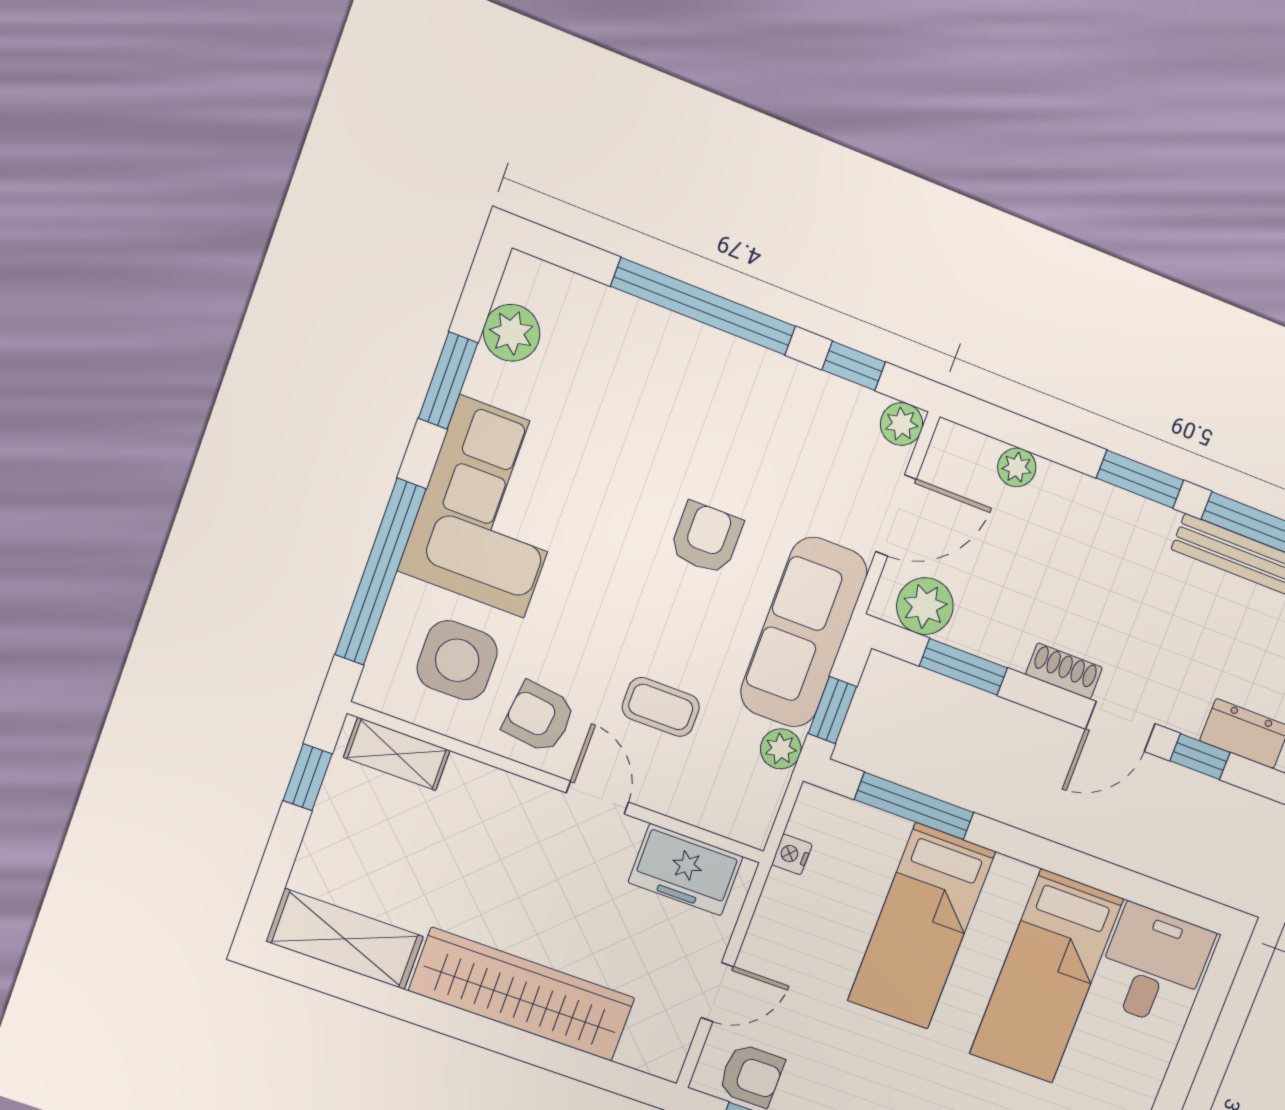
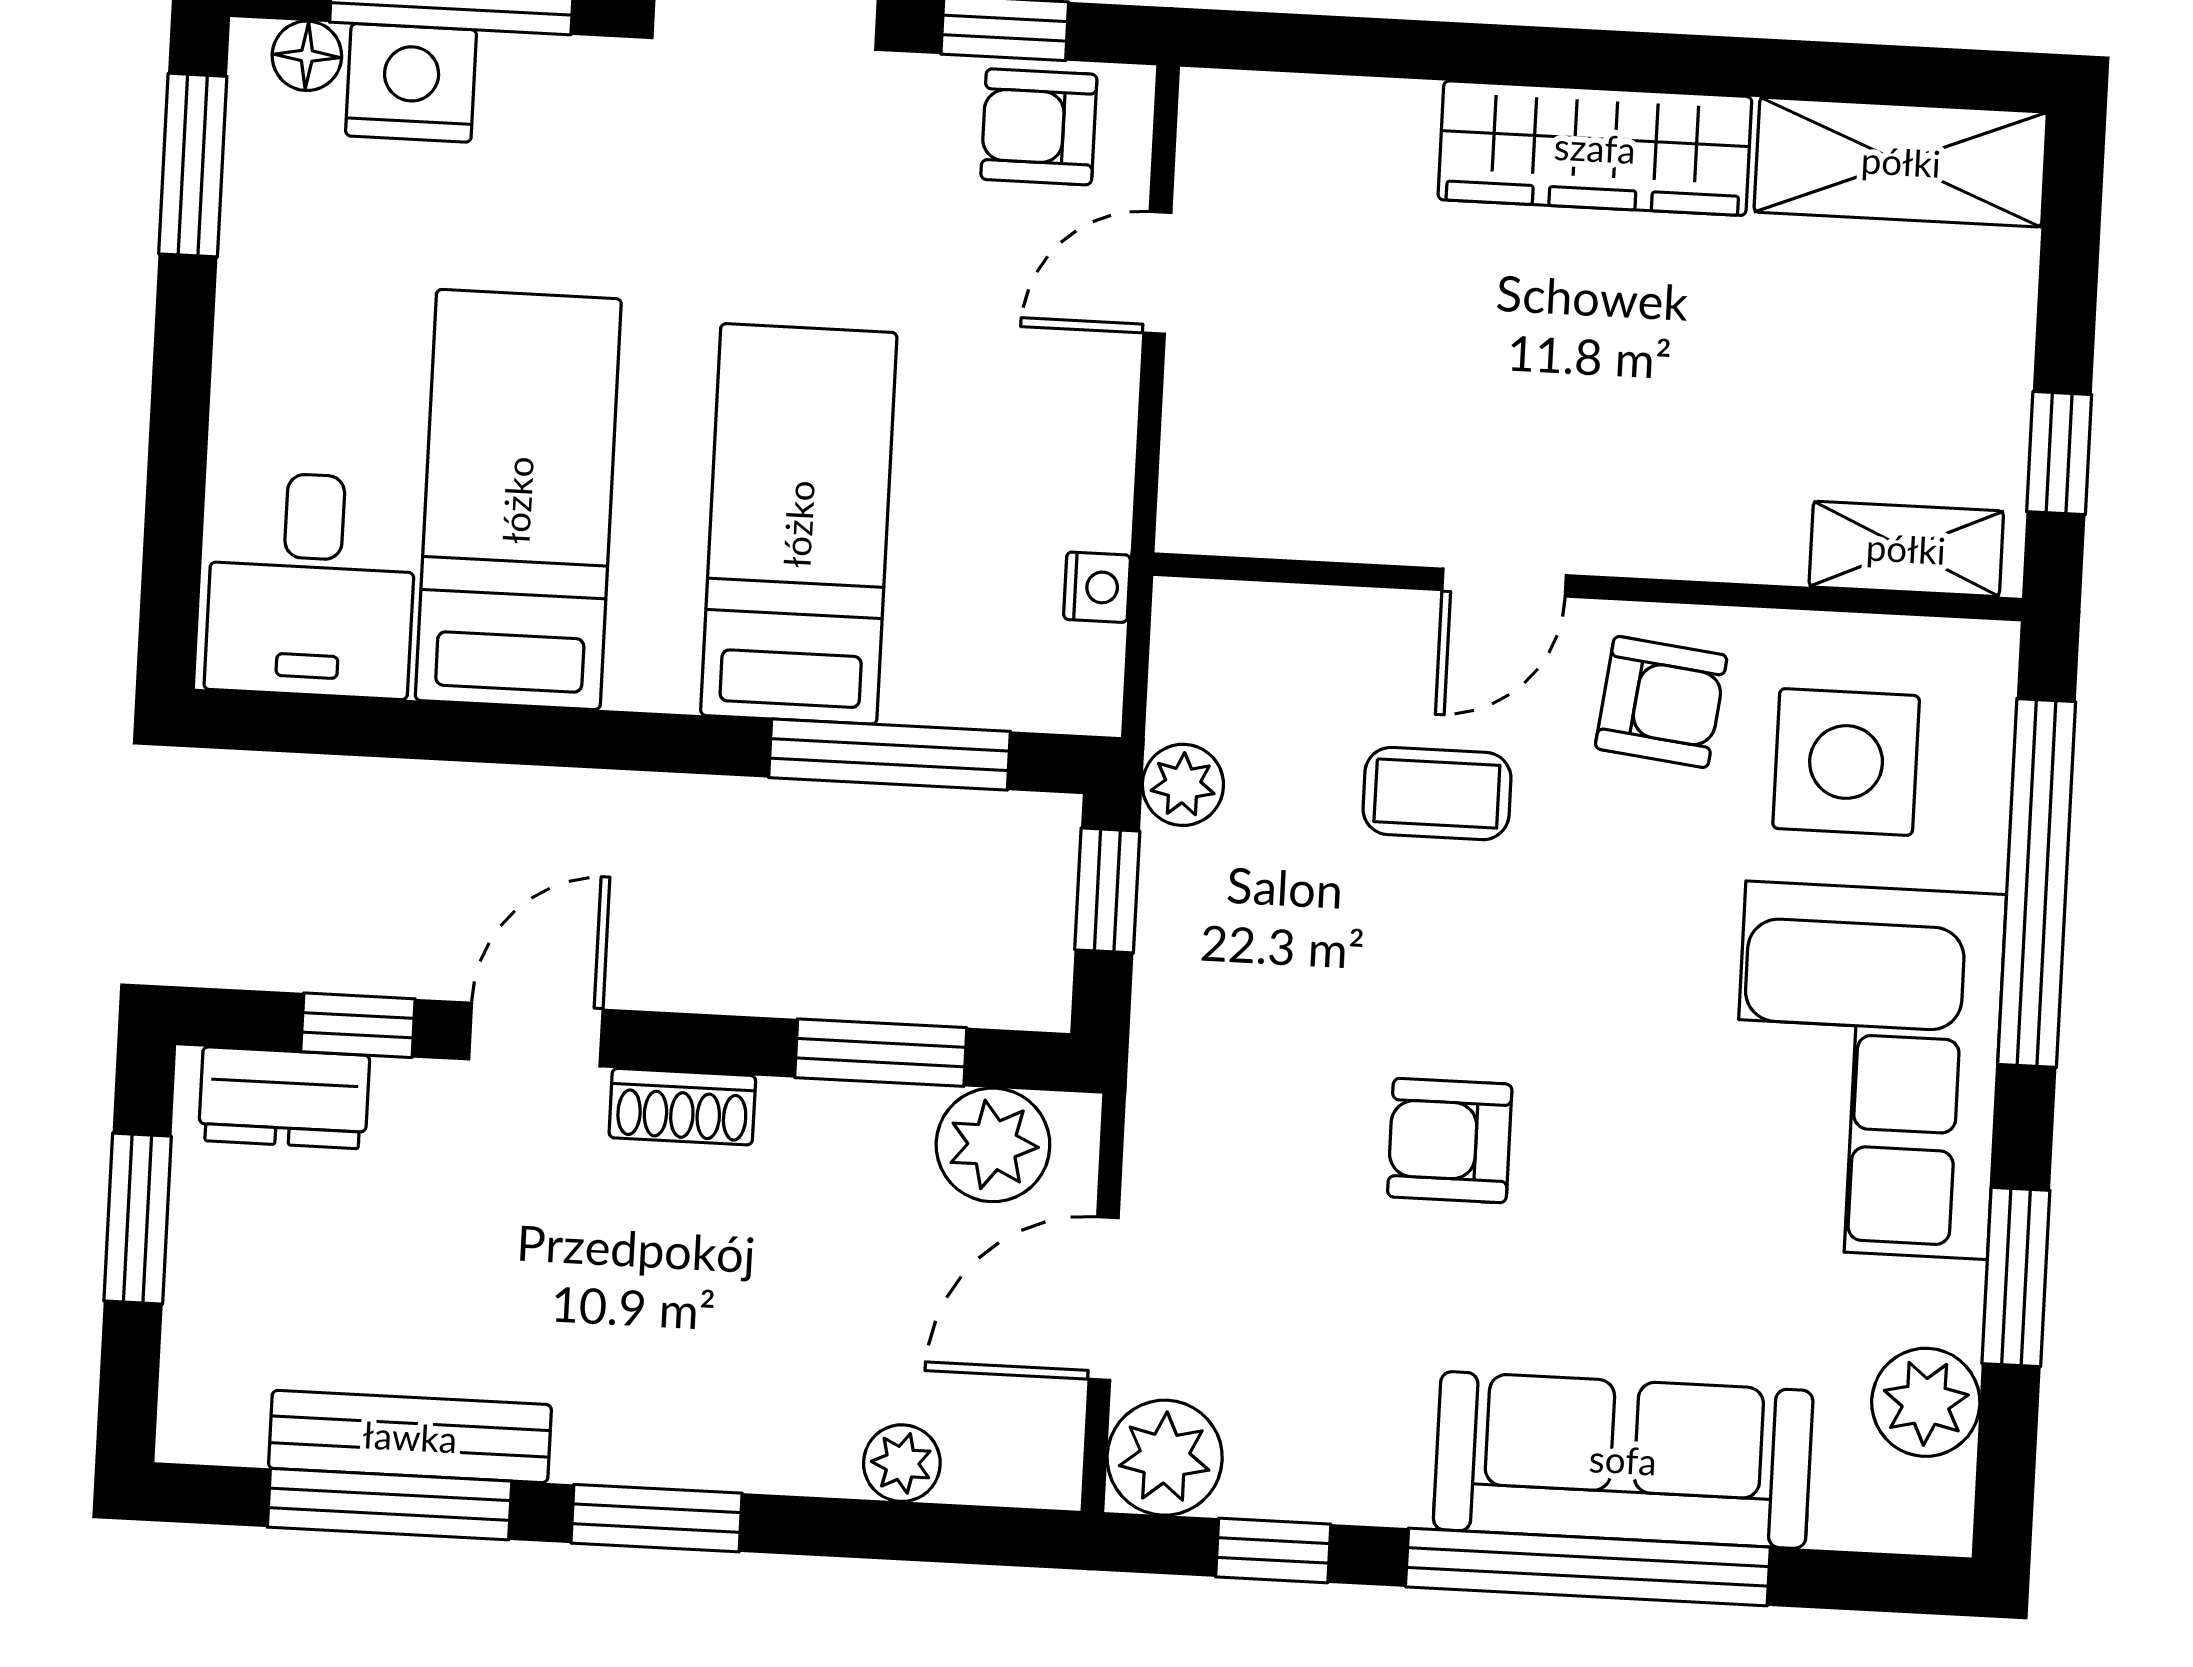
plant: (902, 424) -> (1165, 1458), width x1.38, depth x1.38
armchair: (706, 538) -> (1450, 1141), turned 90
sofa: (804, 632) -> (1623, 1460), moved, turned -90
door: (597, 797) -> (1504, 583), hinge flipped
freezer: (686, 870) -> (1293, 495), removed
wardrobe: (522, 994) -> (1595, 148), width x0.71, depth x0.85

